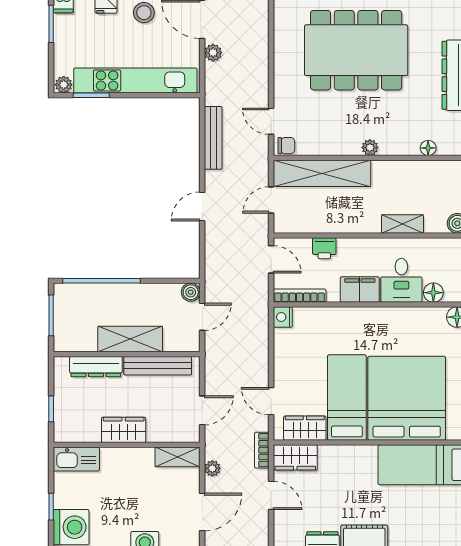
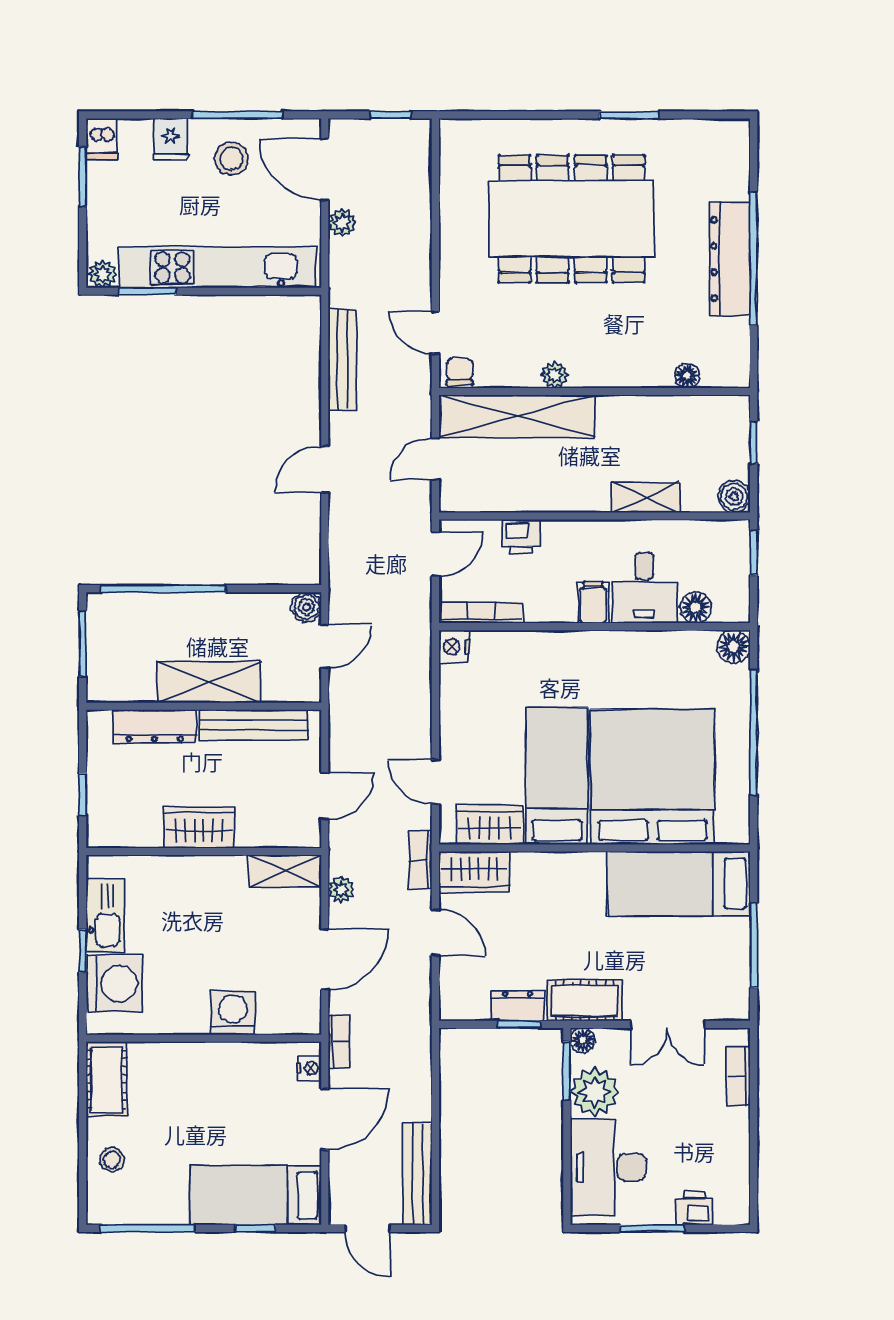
chair: (286, 146) -> (460, 372), turned -90
plant: (370, 148) -> (555, 375), moved
door: (271, 259) -> (435, 554), hinge flipped
filing cabinet: (360, 289) -> (593, 603), width x0.50
kitchen sink: (76, 459) -> (106, 916), moved, turned -90

